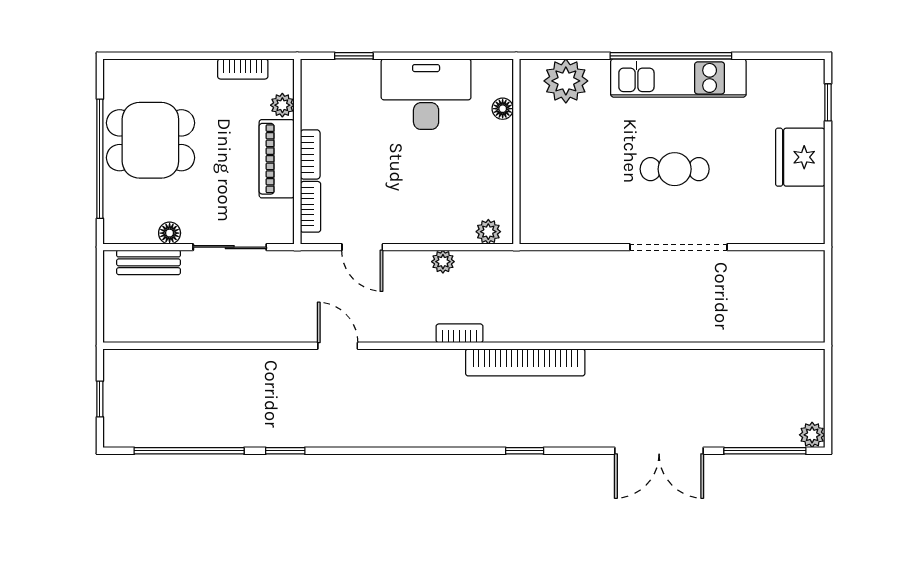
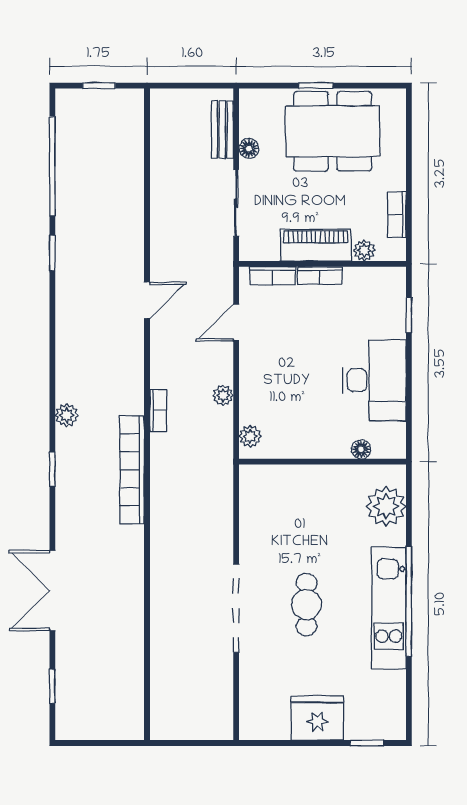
dining table: (150, 140) -> (333, 131), width x1.37
window: (100, 159) -> (316, 86), width x0.32
plant: (812, 435) -> (67, 415), moved
window: (765, 451) -> (52, 686), width x0.46

